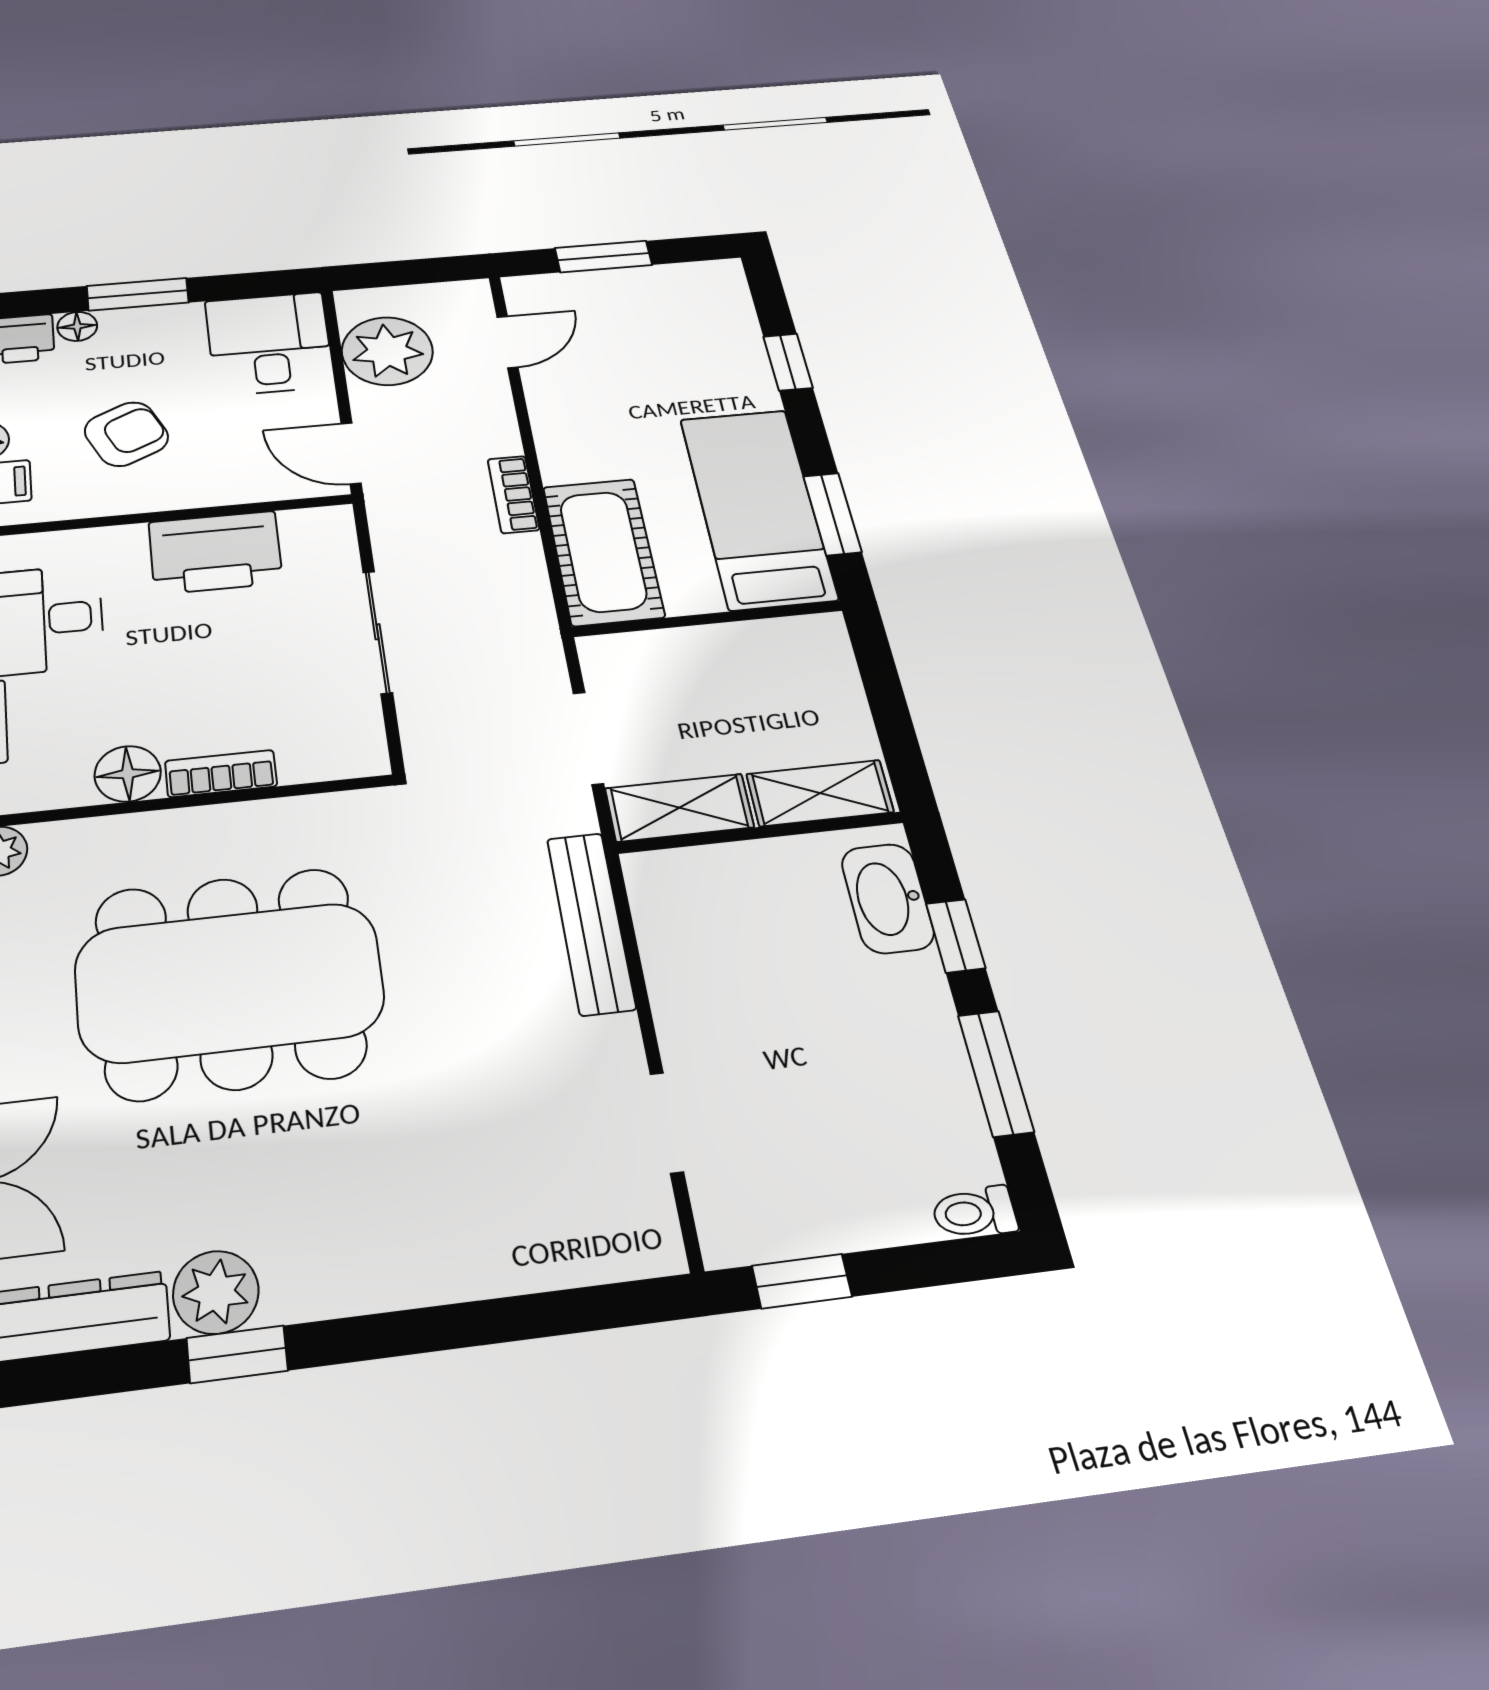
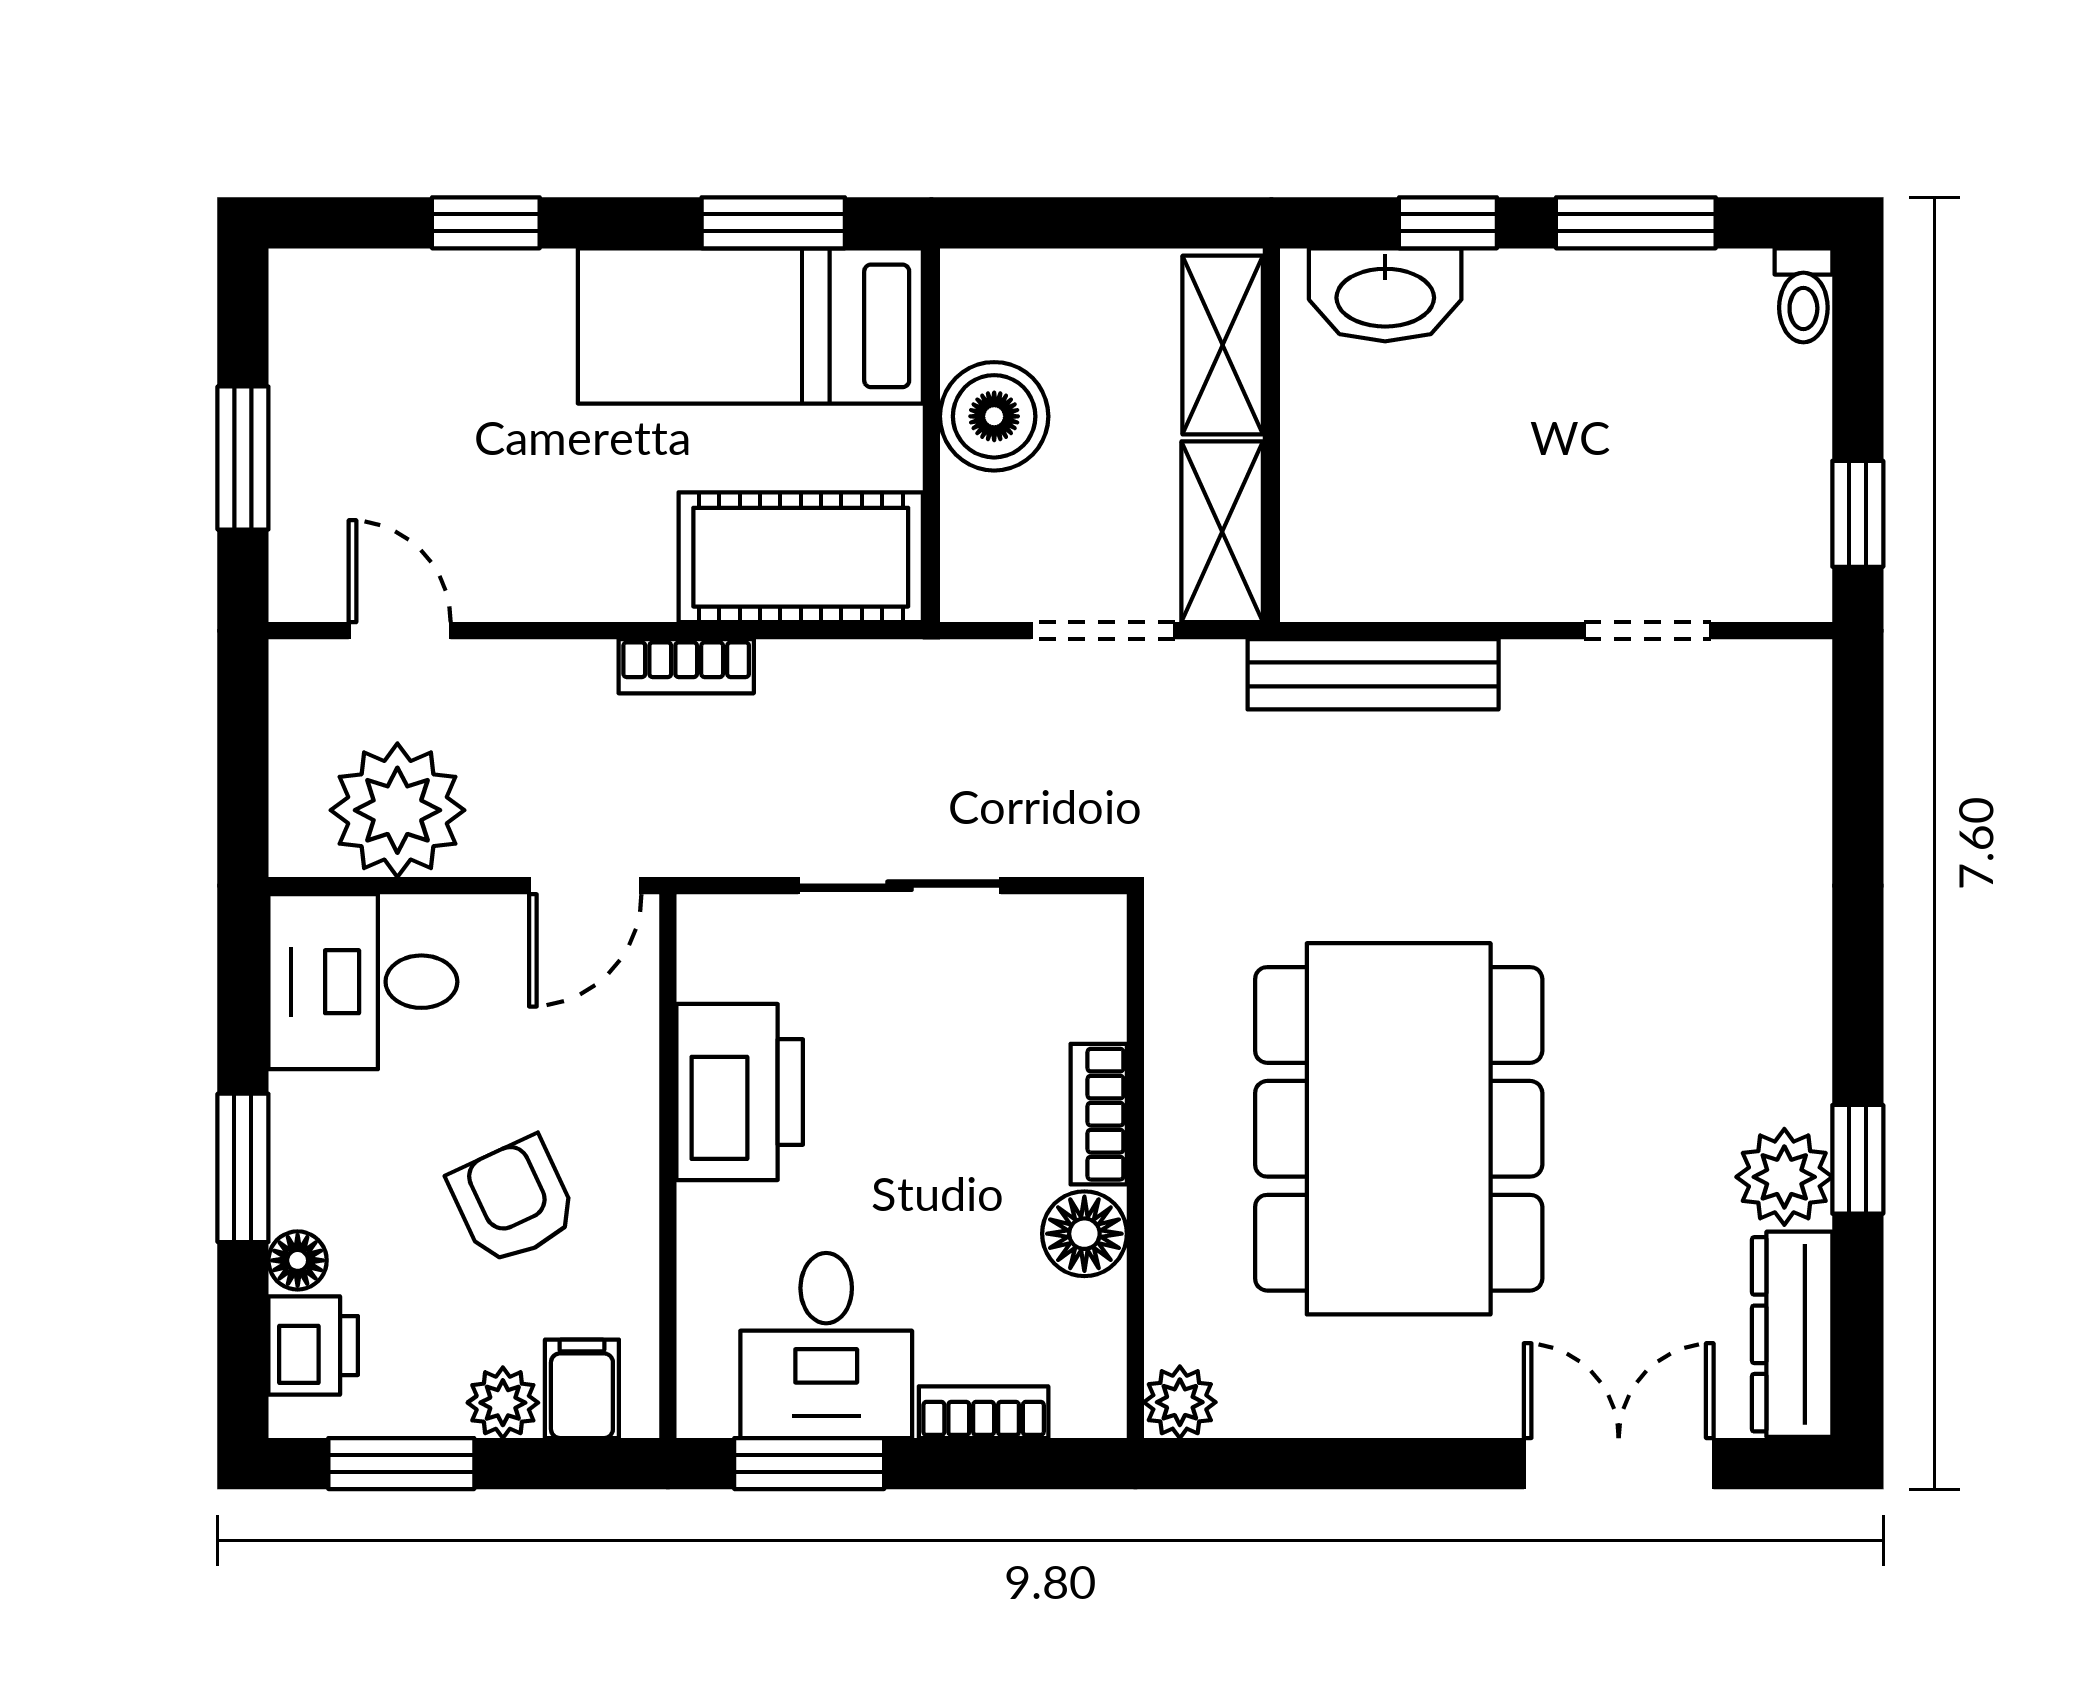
boiler: (731, 655) -> (994, 416), added

